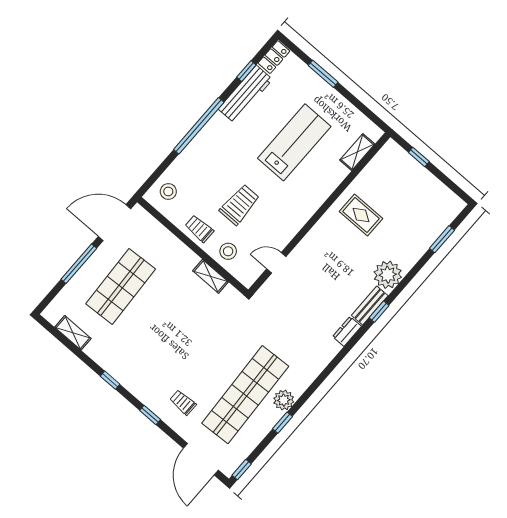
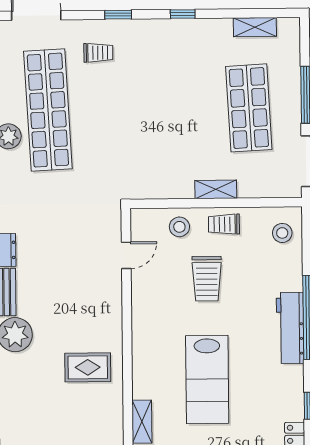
workbench: (245, 94) -> (290, 328), moved
trolley: (199, 229) -> (224, 224), turned 180
shelving: (211, 276) -> (216, 189), moved

